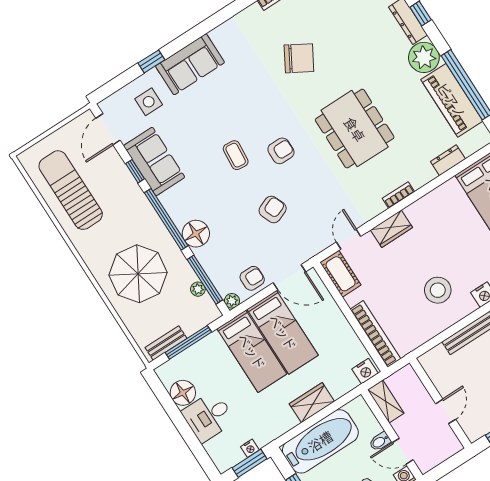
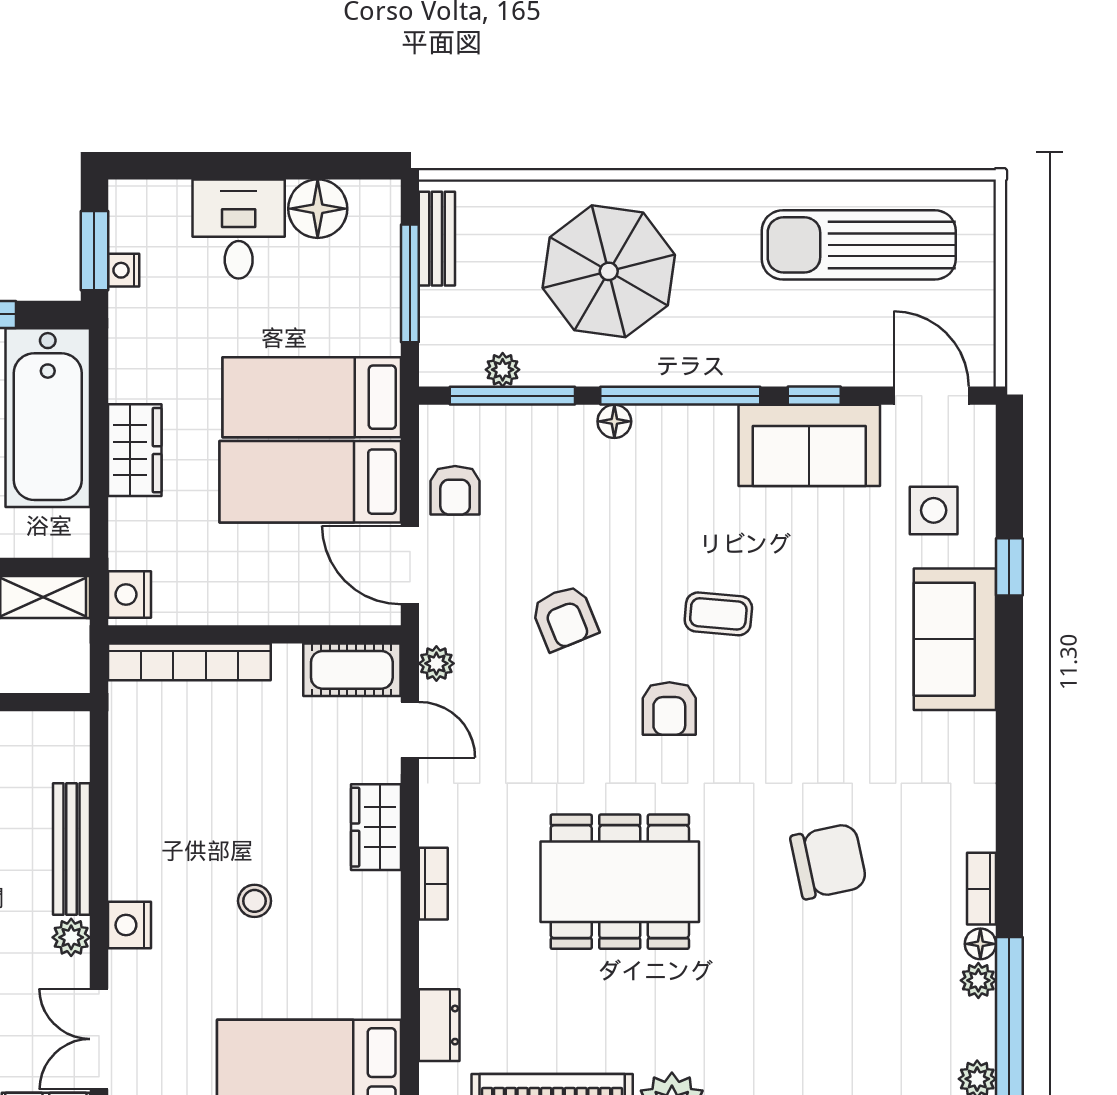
chair: (299, 58) -> (829, 861), turned -132
sun lounger: (71, 190) -> (859, 245), turned 180
floor lamp: (196, 234) -> (614, 421), width x0.53, depth x0.53
door: (289, 277) -> (410, 565), hinge flipped
stool: (438, 290) -> (255, 901), moved, width x0.53, depth x0.53
plant: (232, 301) -> (436, 663), moved

